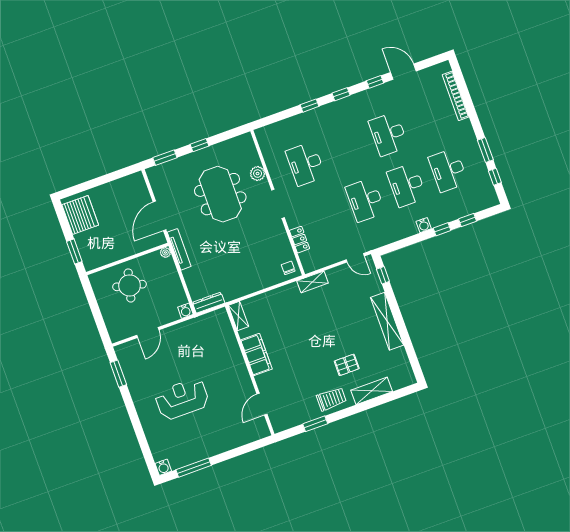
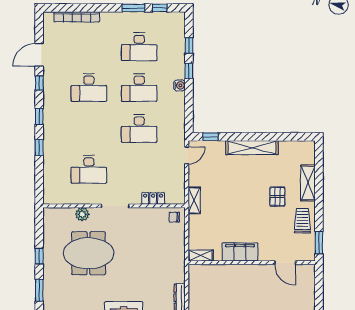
shelving: (238, 316) -> (201, 256), moved
filing cabinet: (256, 355) -> (240, 252), moved
wall: (250, 370) -> (252, 263), moved
door: (262, 404) -> (285, 263), moved

